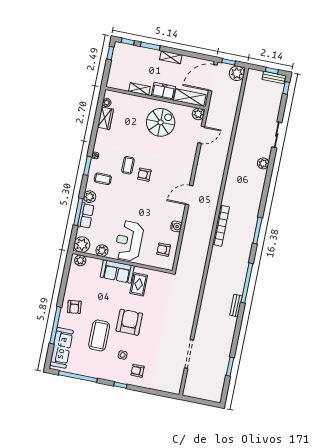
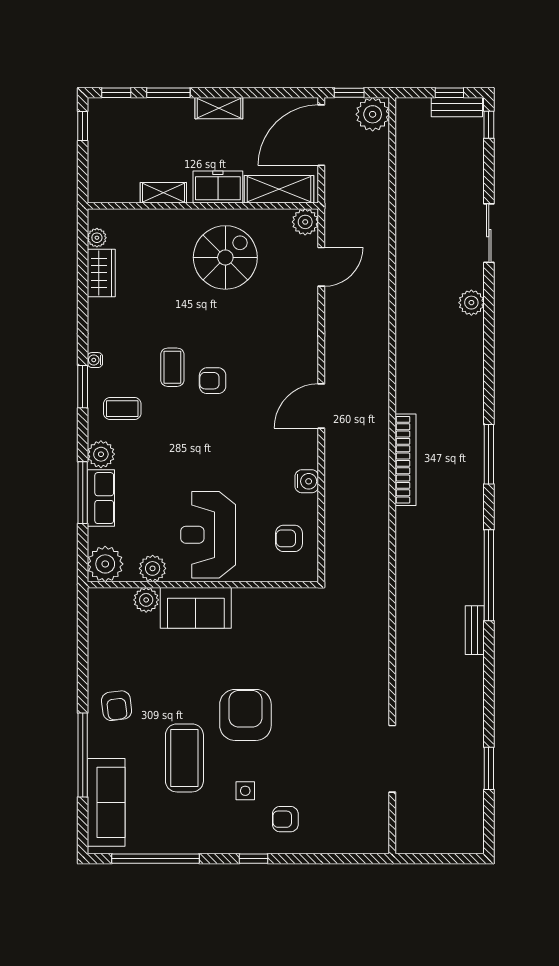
plant: (80, 260) -> (146, 600), moved
rug: (139, 284) -> (249, 627), removed

